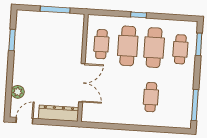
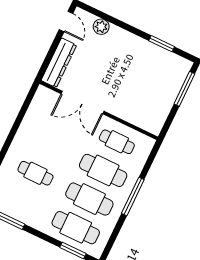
window: (55, 10) -> (184, 89), moved
window: (139, 15) -> (133, 196), width x2.17
cafe table: (180, 49) -> (76, 228), width x1.37, depth x1.35

